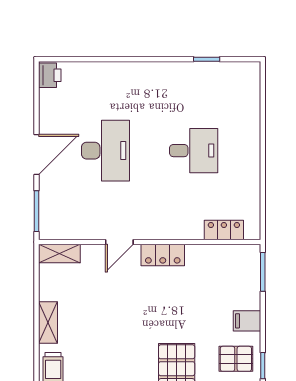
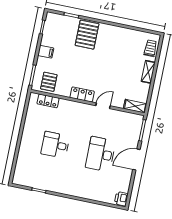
pallet: (236, 359) -> (49, 82), moved, turned 90

